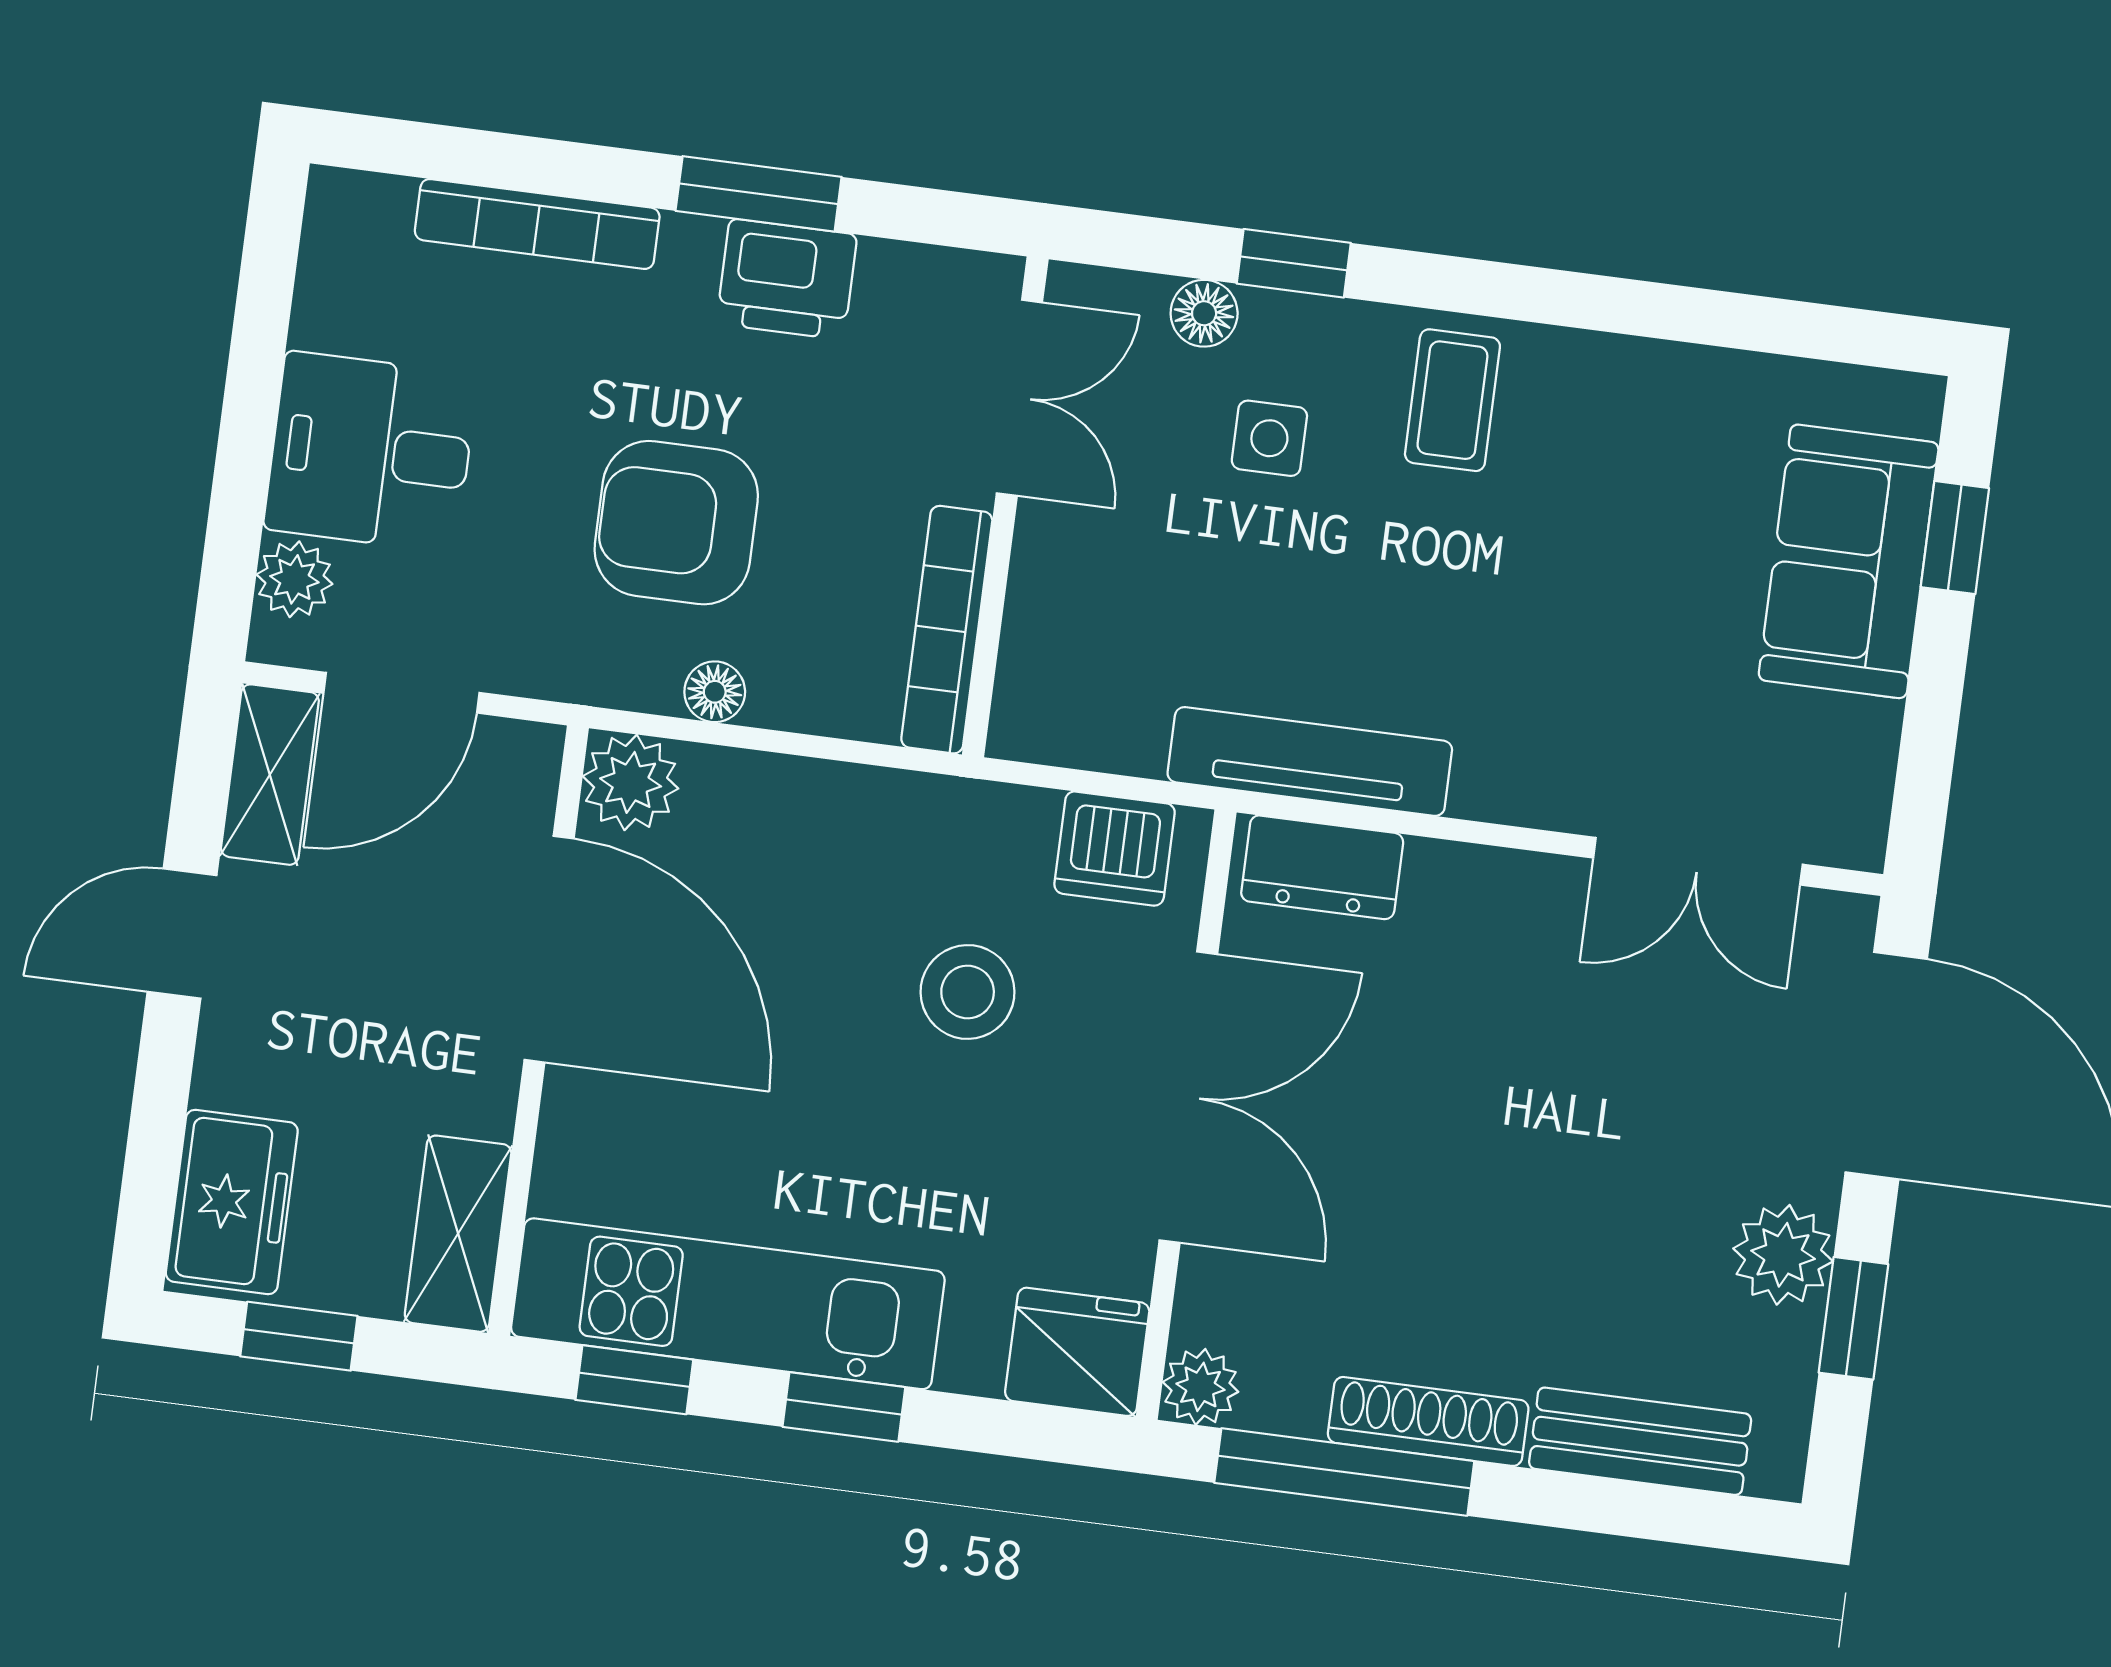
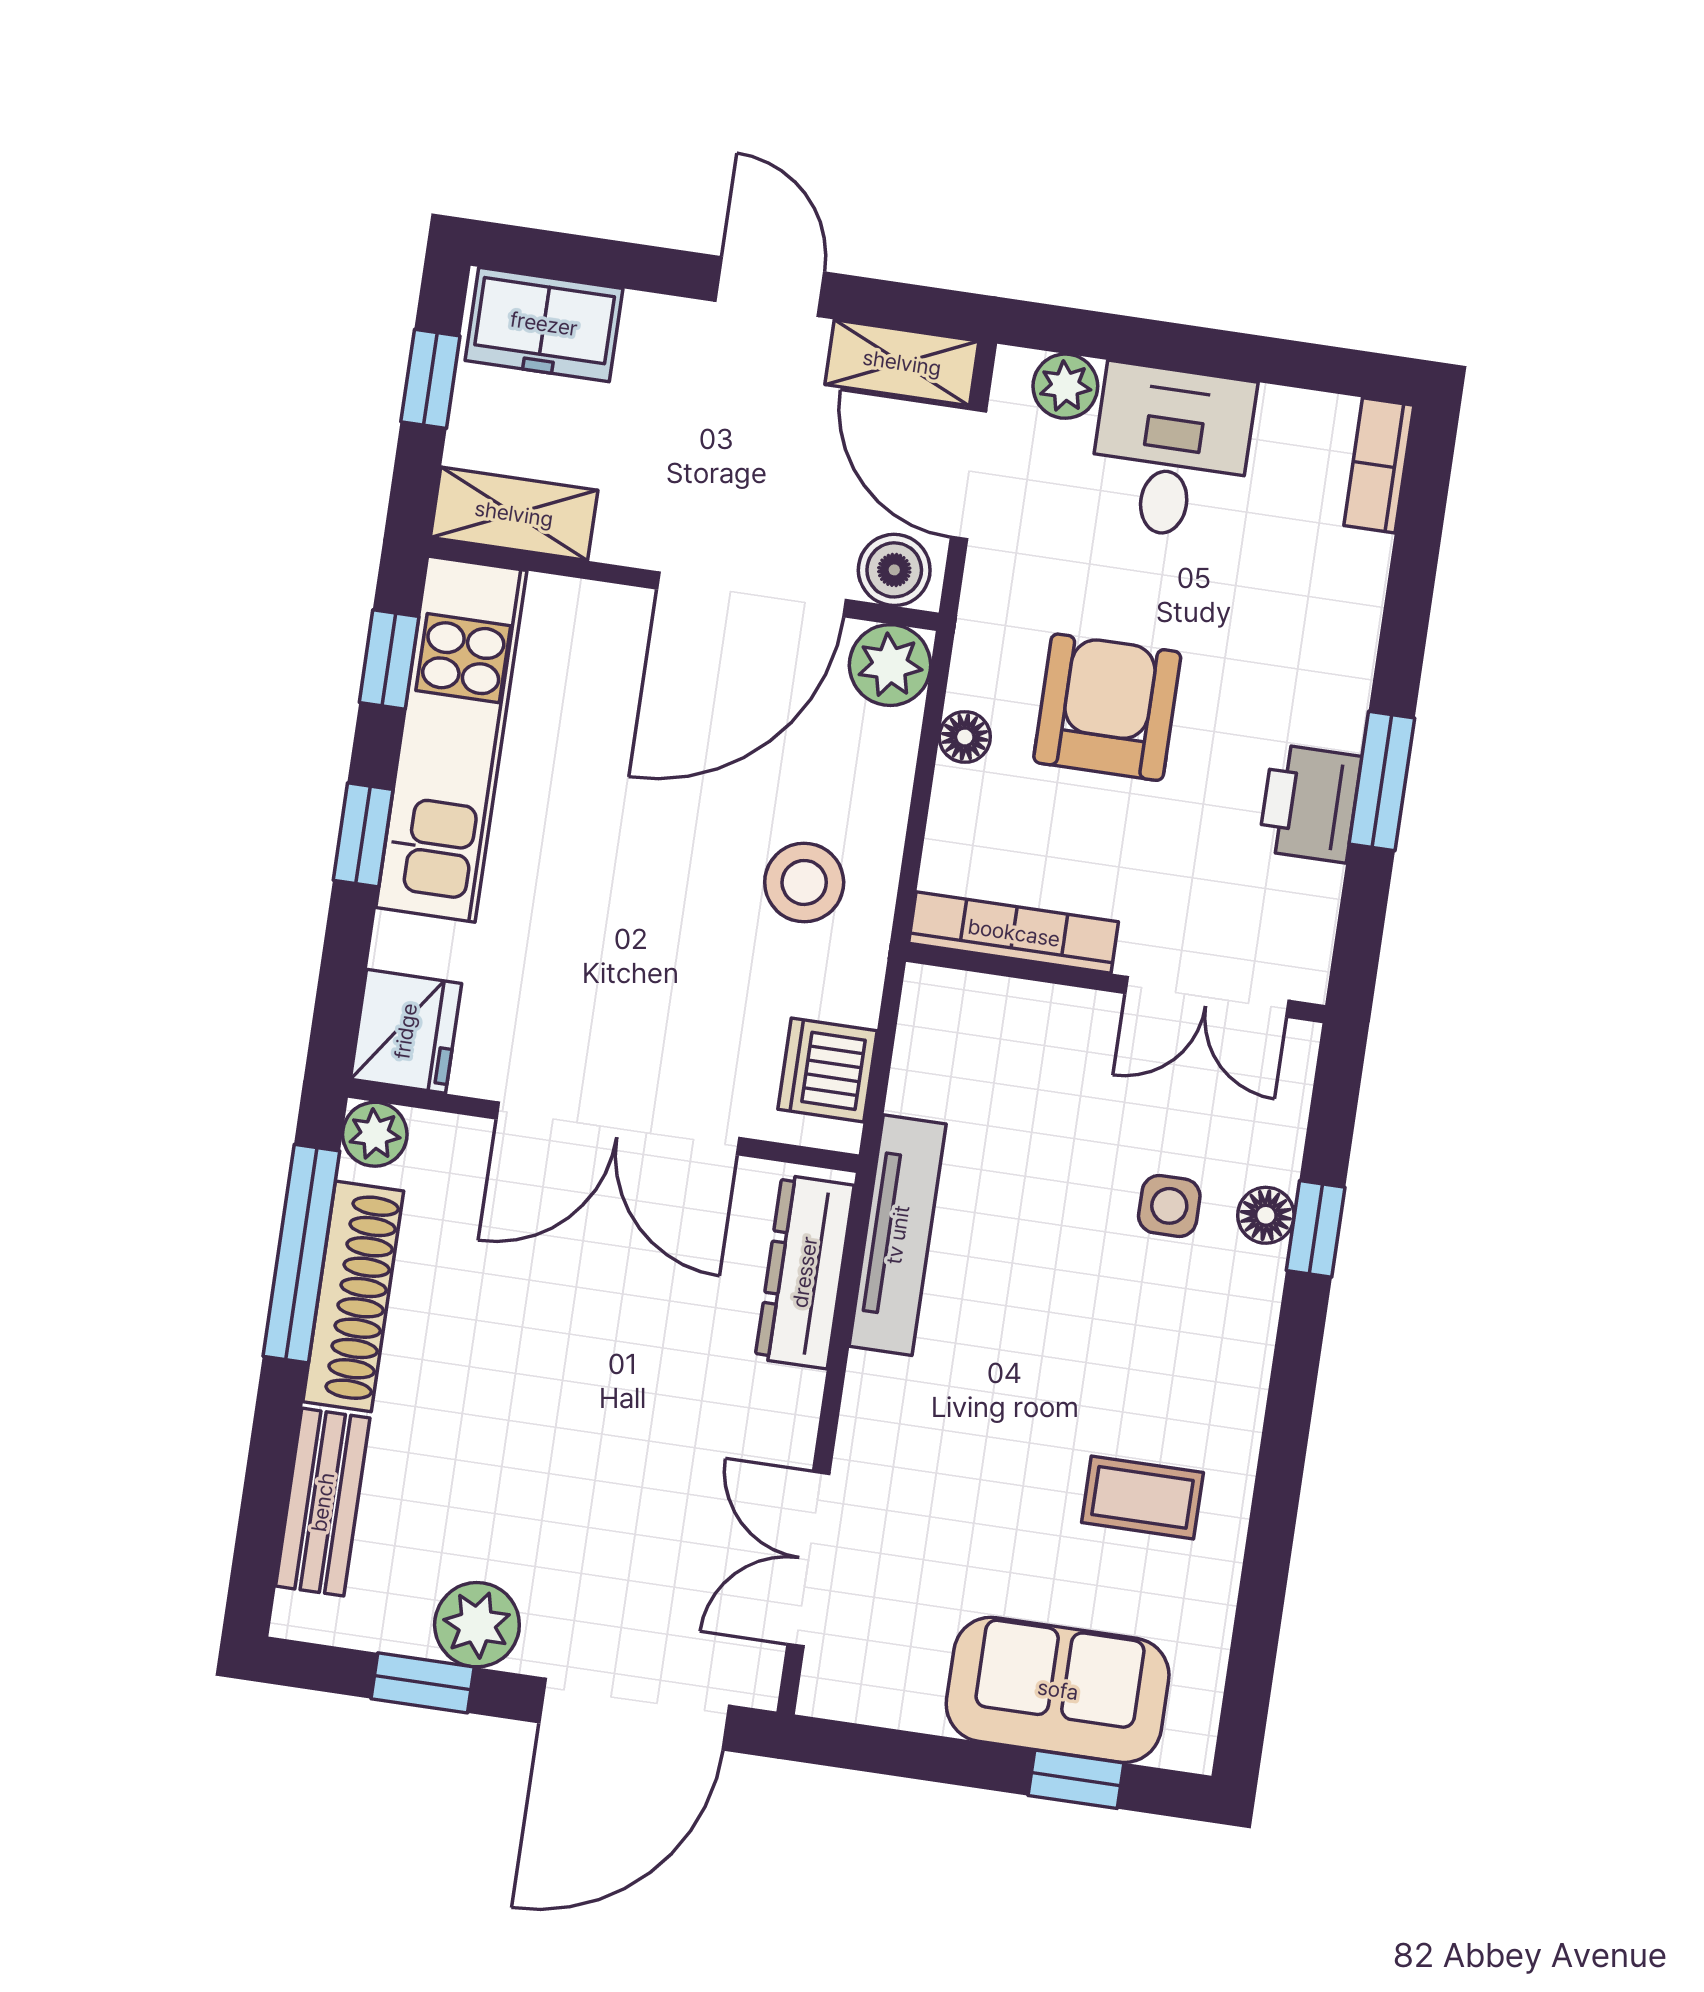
bookcase: (537, 224) -> (1379, 465), moved, width x0.64
floor lamp: (1204, 313) -> (1266, 1215), moved
coffee table: (1452, 400) -> (1142, 1497), moved
boiler: (517, 779) -> (894, 570), added
dresser: (1322, 867) -> (805, 1272), width x1.44
stool: (968, 992) -> (804, 882), moved
shoe rack: (1428, 1421) -> (353, 1296), width x1.36, depth x1.24

